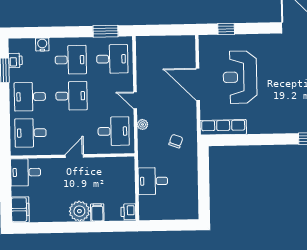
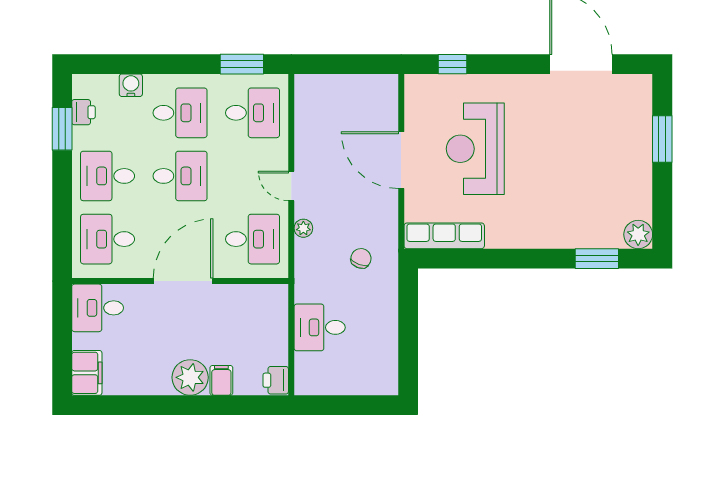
door: (74, 156) -> (183, 281), width x1.88

